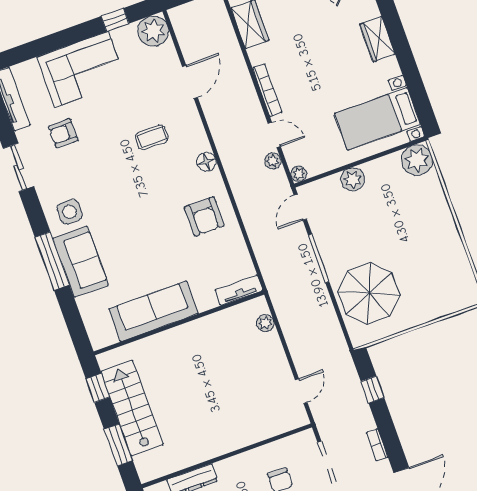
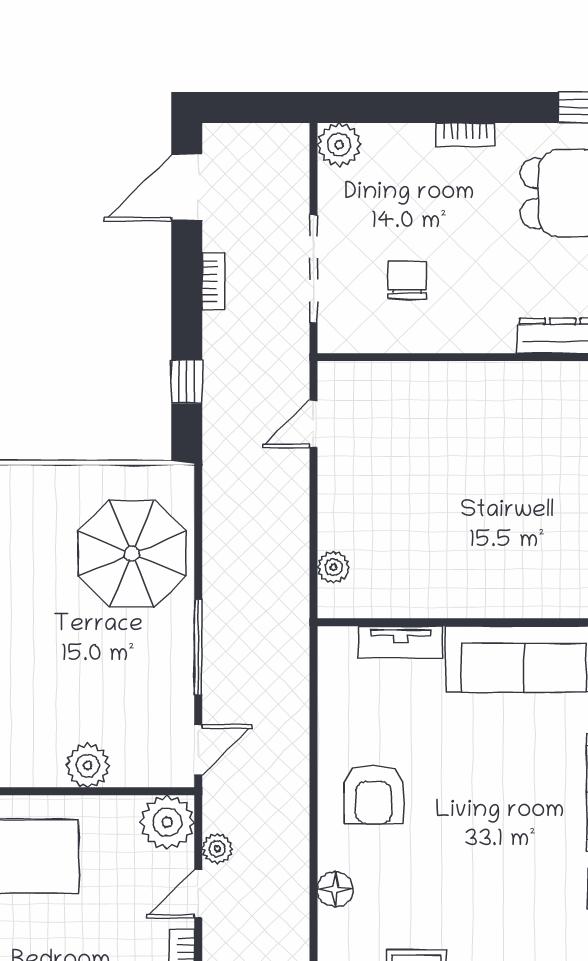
door: (274, 135) -> (198, 894), hinge flipped
plant: (299, 174) -> (167, 822), width x1.88, depth x1.88
armchair: (204, 216) -> (374, 794), turned 180
tv unit: (239, 290) -> (401, 642), moved

